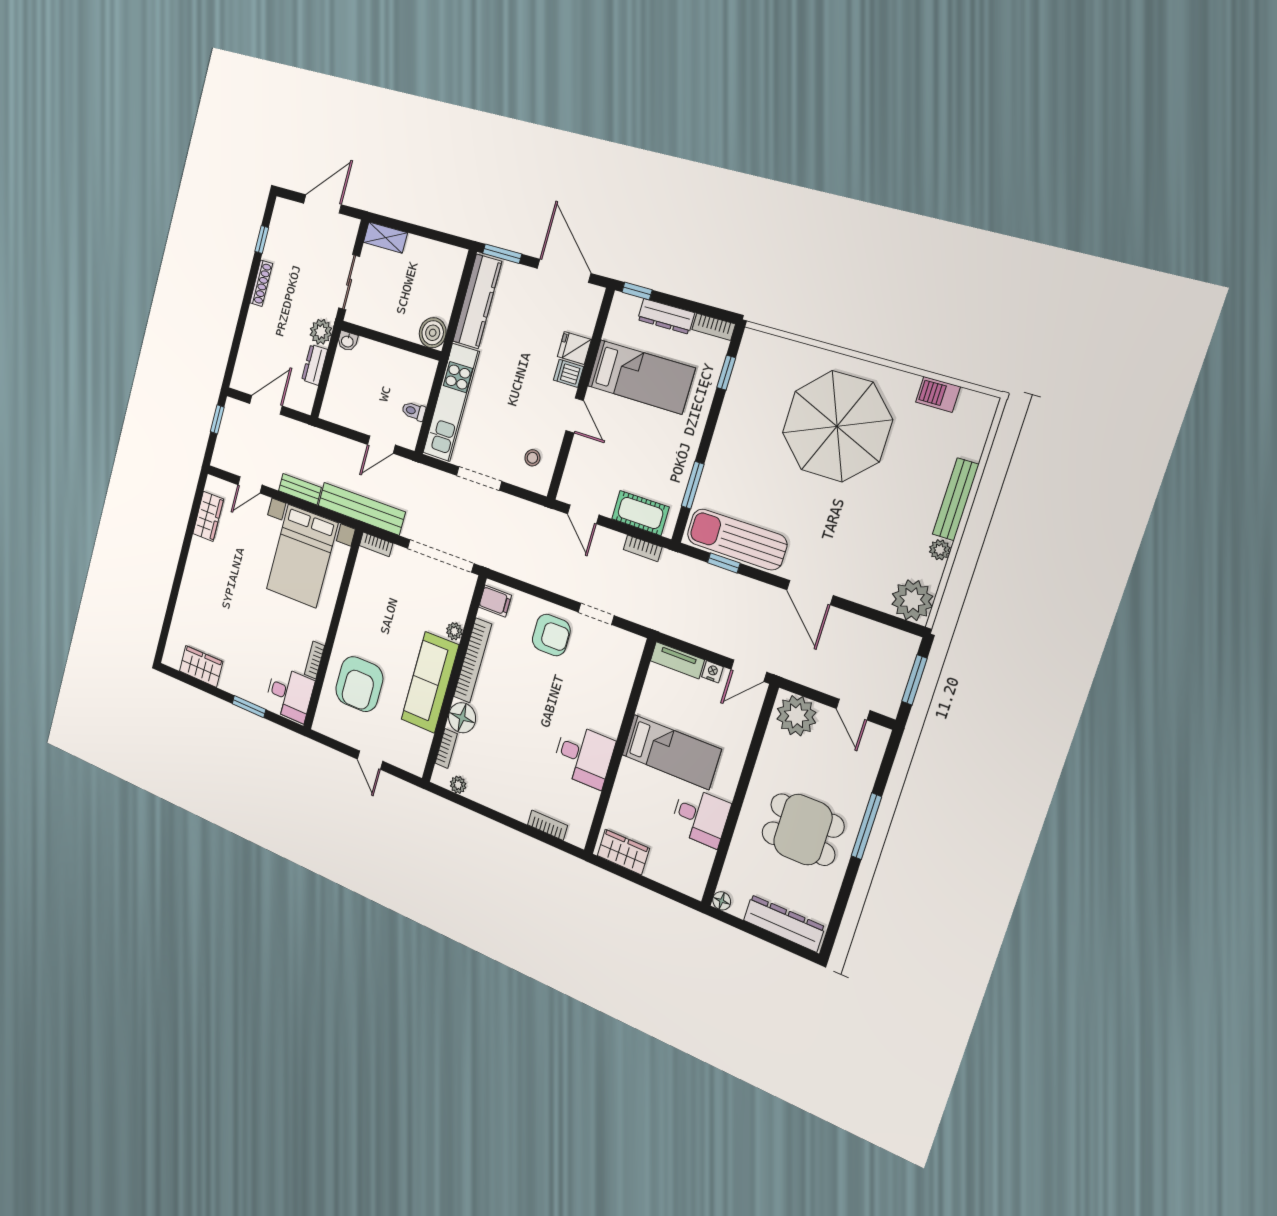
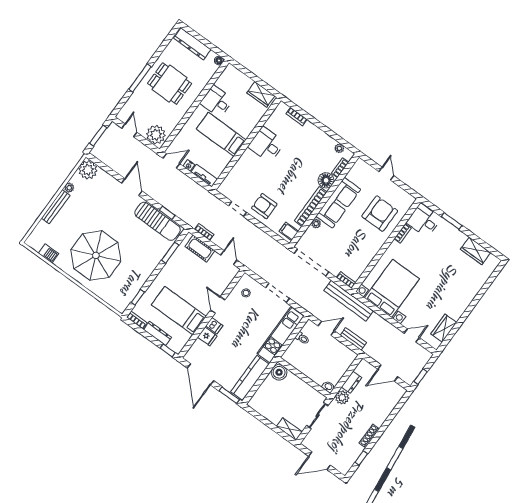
bench: (300, 489) -> (353, 339), moved

